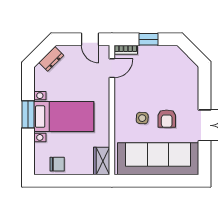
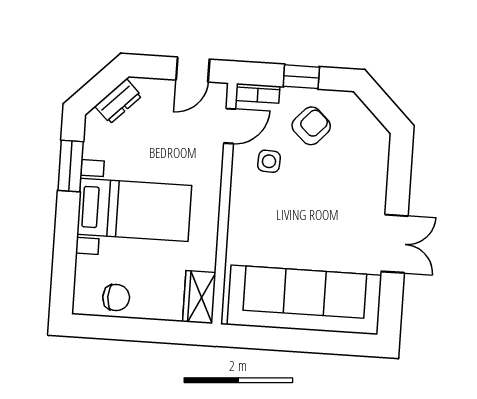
door: (90, 39) -> (193, 70), hinge flipped
window: (28, 114) -> (71, 166), moved
side table: (142, 118) -> (269, 161), moved
armchair: (167, 119) -> (311, 126), moved, turned -137

